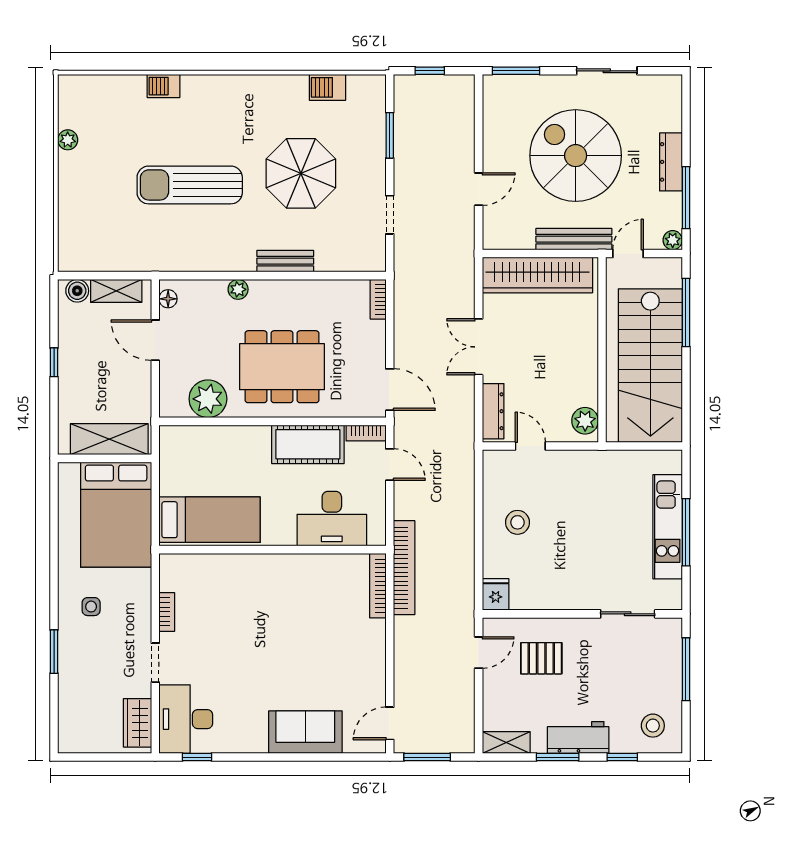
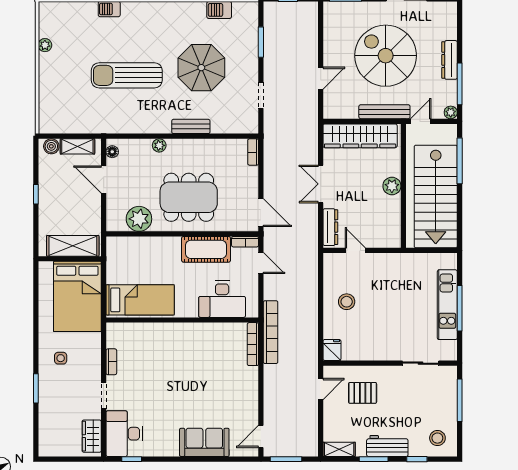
plant: (585, 421) -> (392, 186), moved

